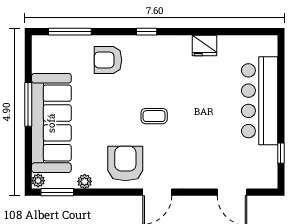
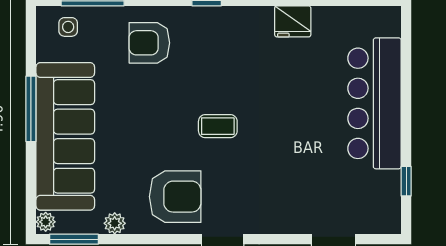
side table: (53, 49) -> (68, 27), added
armchair: (125, 164) -> (175, 197), turned 90

